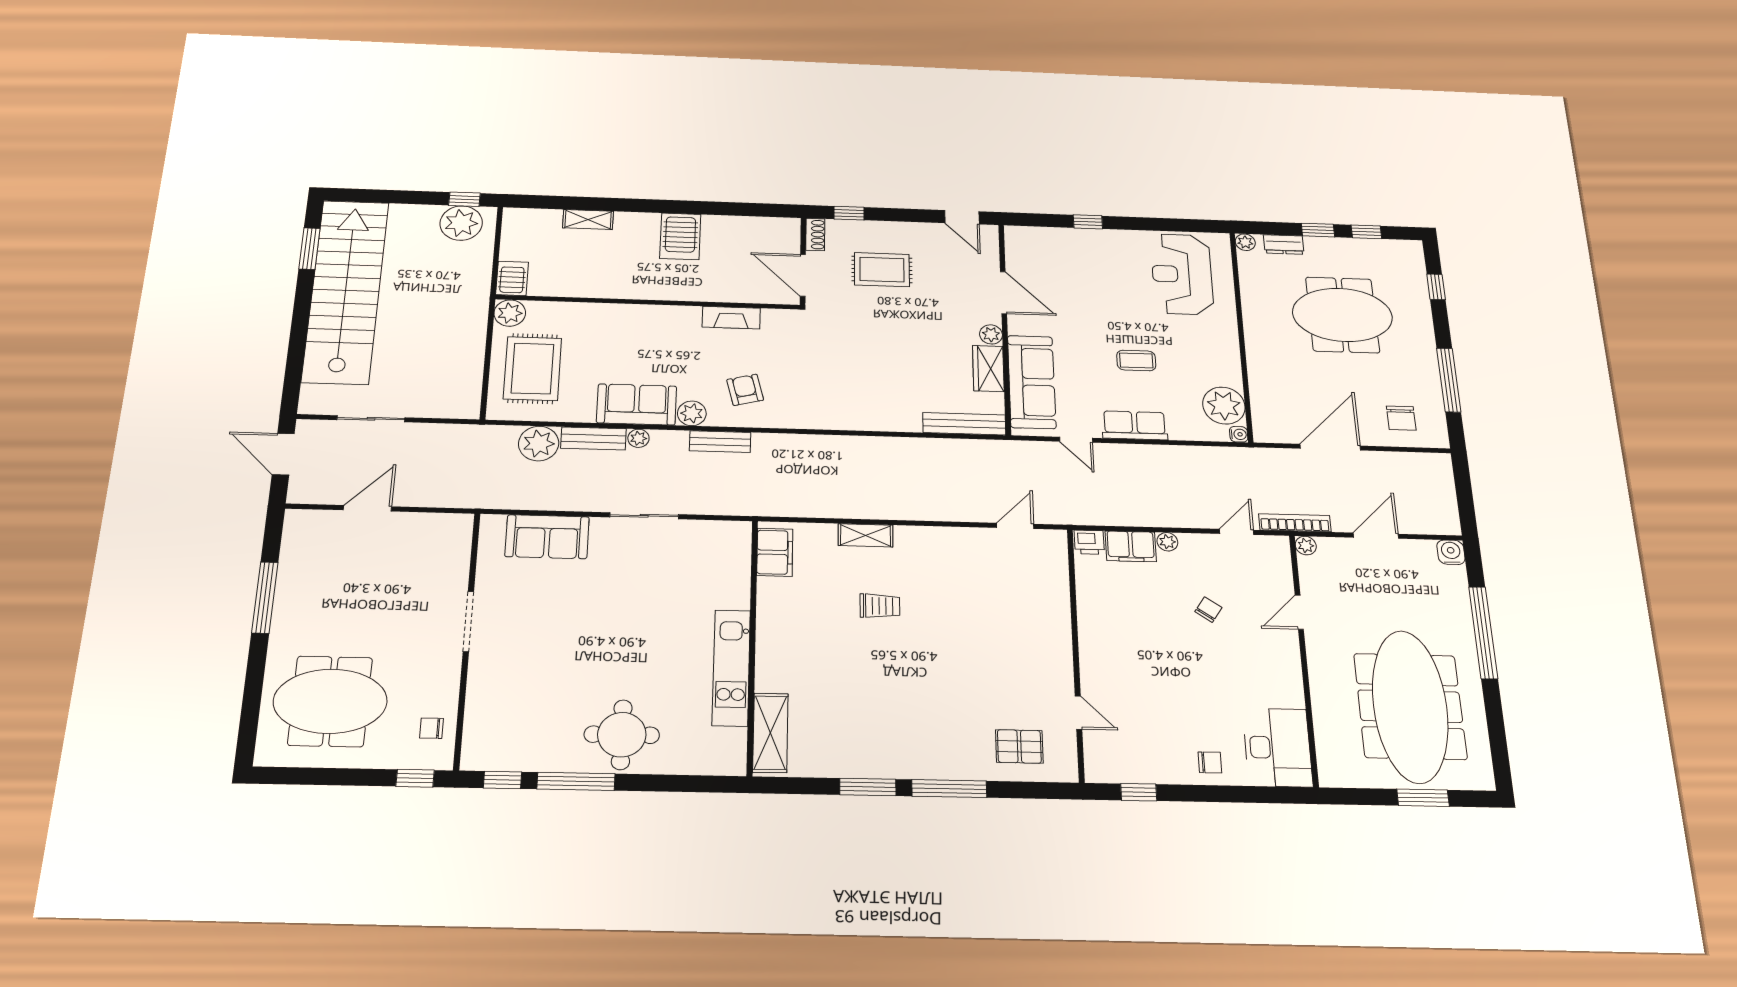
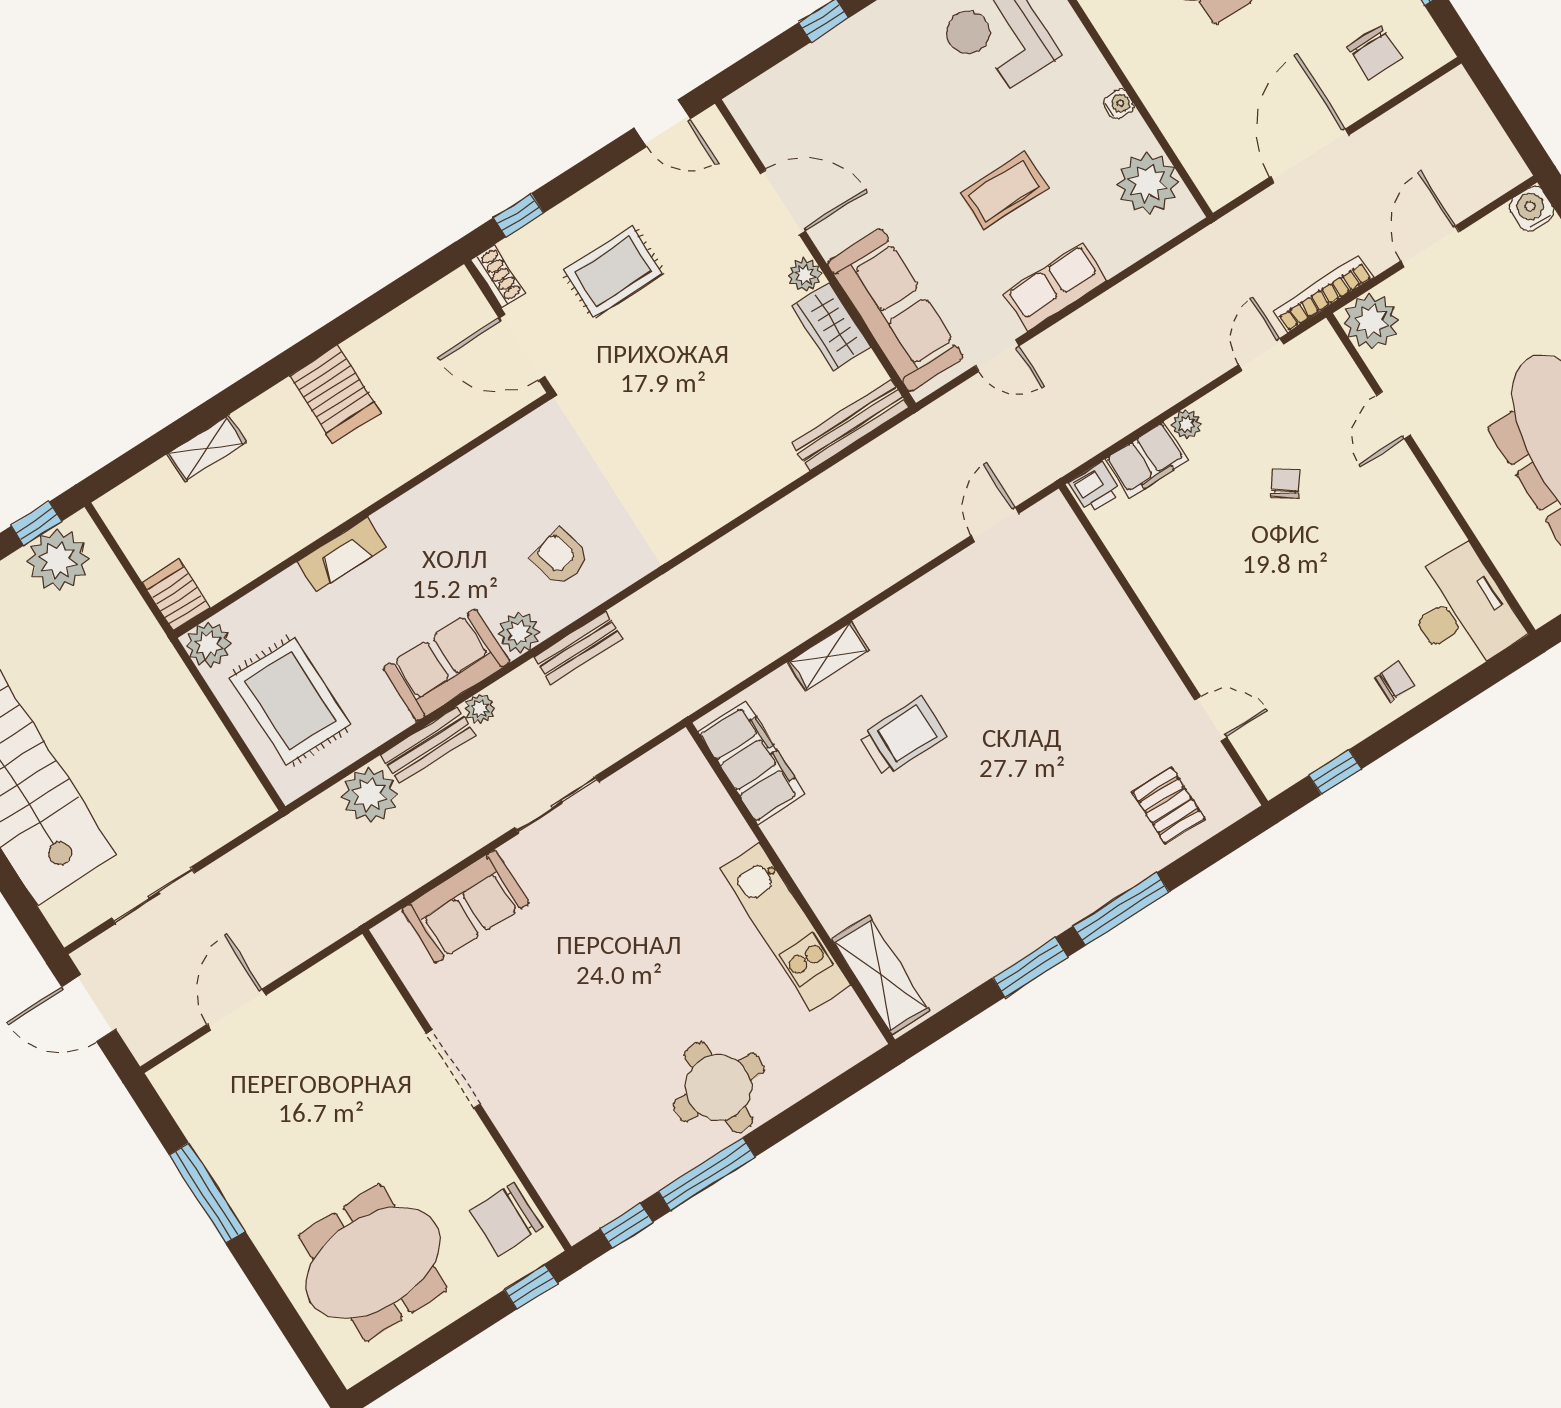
fireplace: (731, 318) -> (342, 554), moved
coffee table: (1136, 360) -> (1004, 191), width x1.36, depth x1.30
water cooler: (1239, 434) -> (1119, 104), moved
plant: (1306, 546) -> (1371, 322), width x1.87, depth x1.87
filing cabinet: (775, 552) -> (752, 763), width x1.50, depth x1.17
trolley: (880, 606) -> (903, 736), width x1.36, depth x1.39
chair: (432, 728) -> (506, 1219), width x1.87, depth x1.87
pallet: (1019, 746) -> (1169, 806), turned 90

